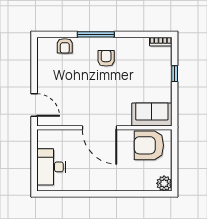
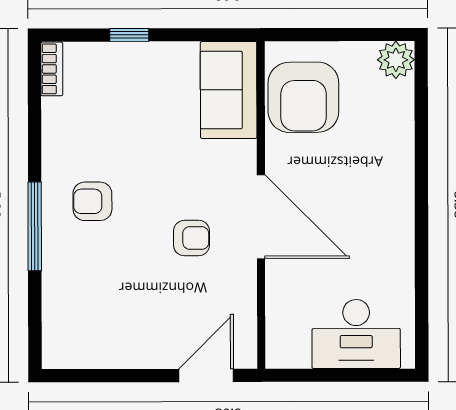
armchair: (65, 46) -> (191, 238), moved
door: (100, 128) -> (261, 217), hinge flipped

